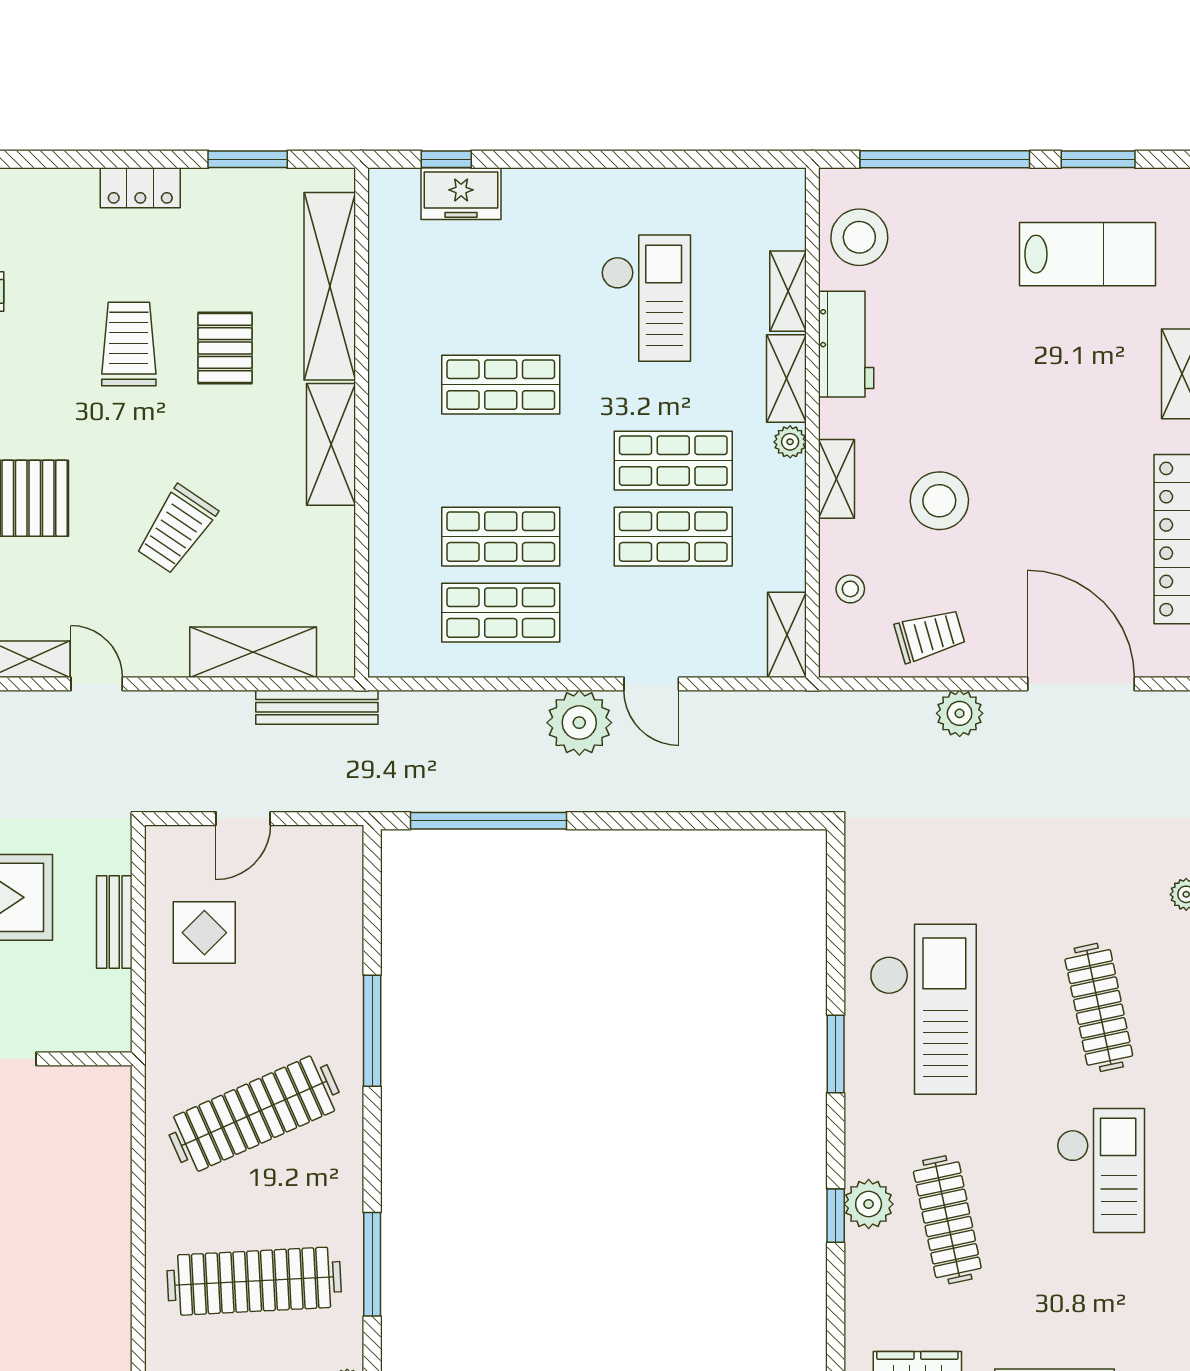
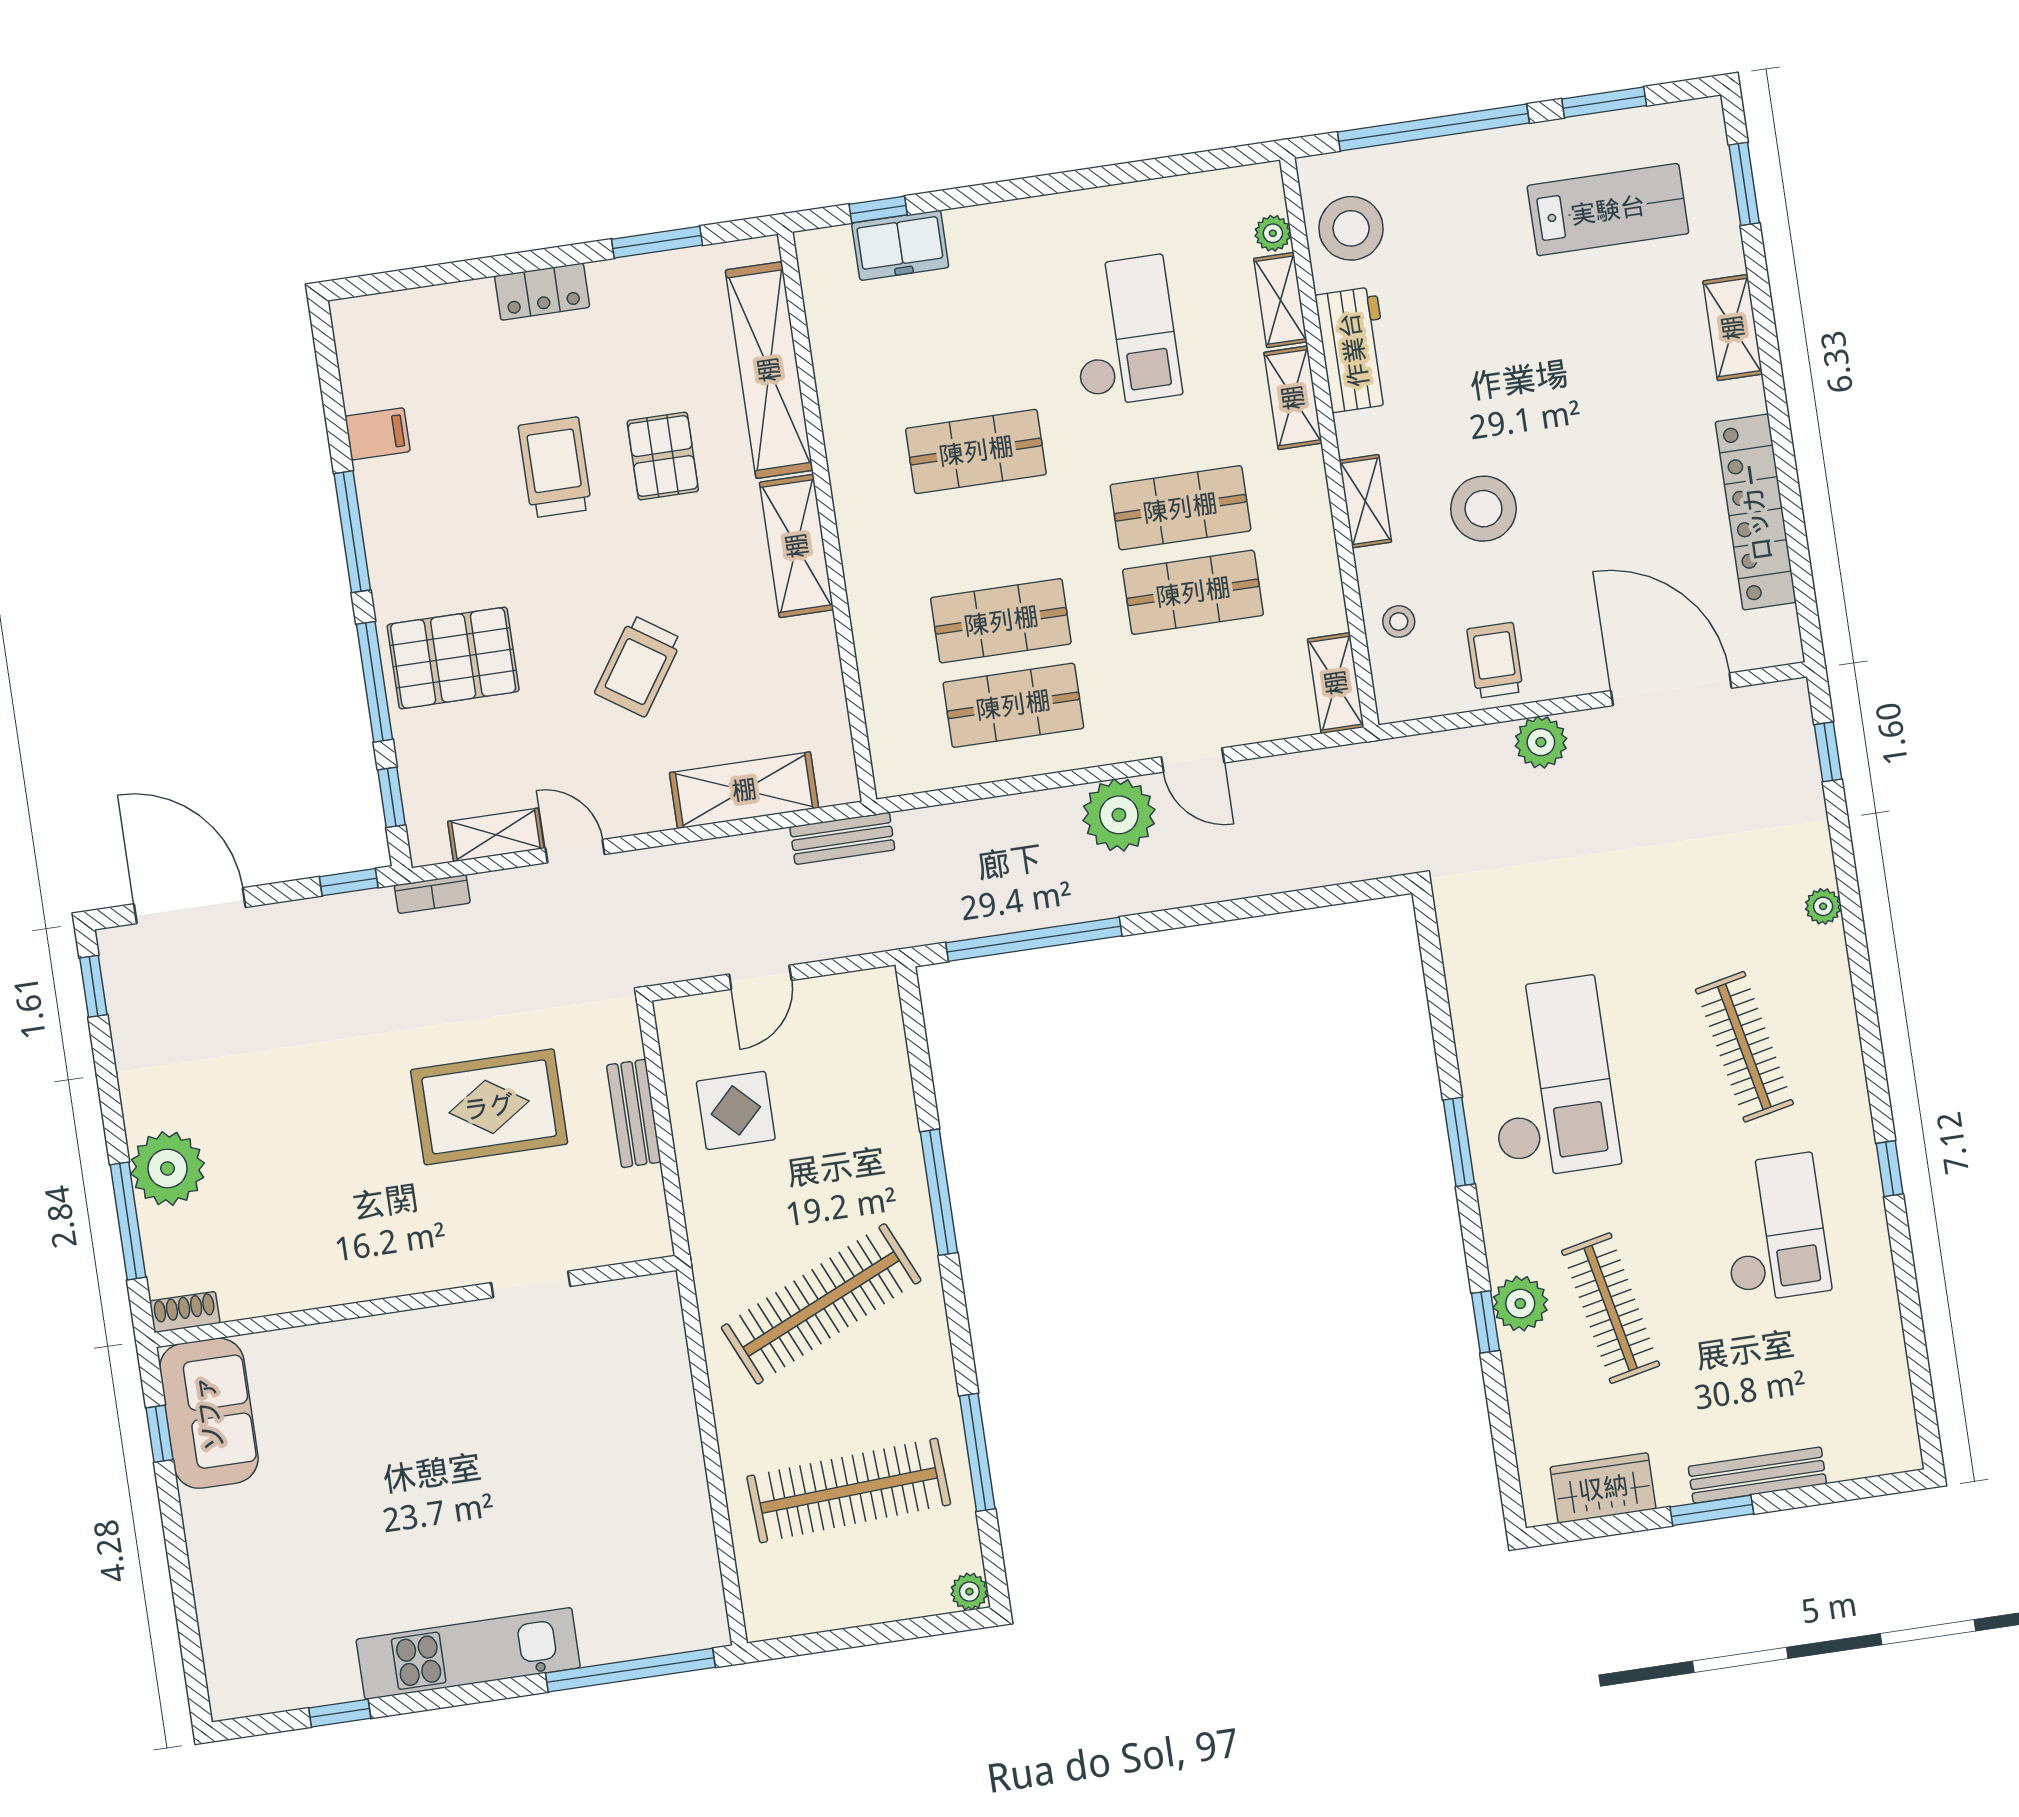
plant: (790, 442) -> (1273, 233), moved
trolley: (930, 635) -> (1495, 660), turned -74
bench: (317, 707) -> (842, 838), width x0.73

